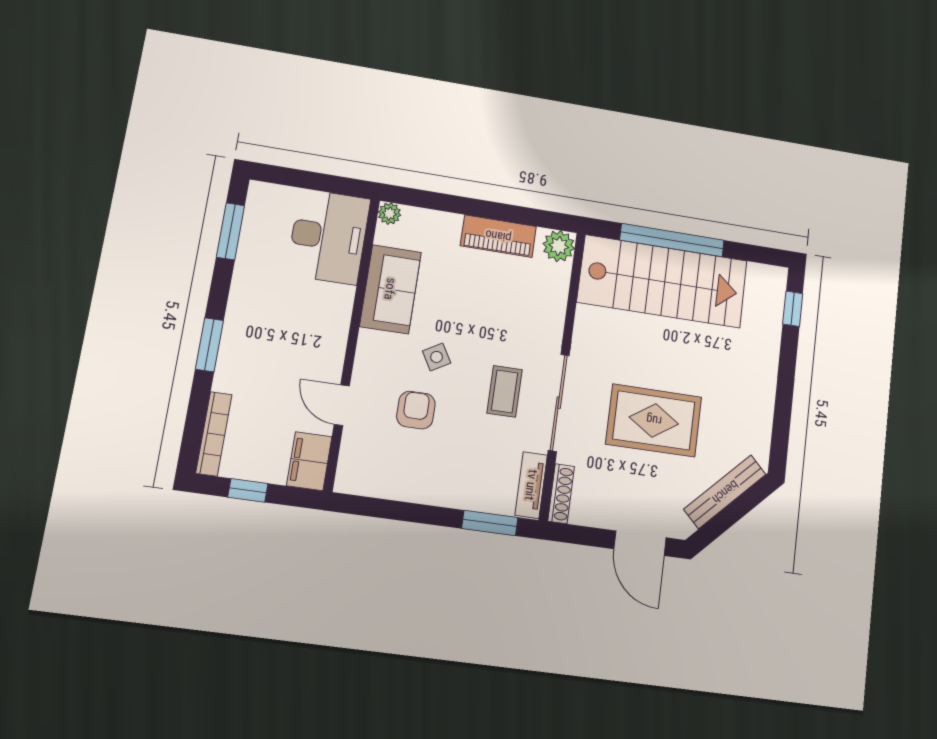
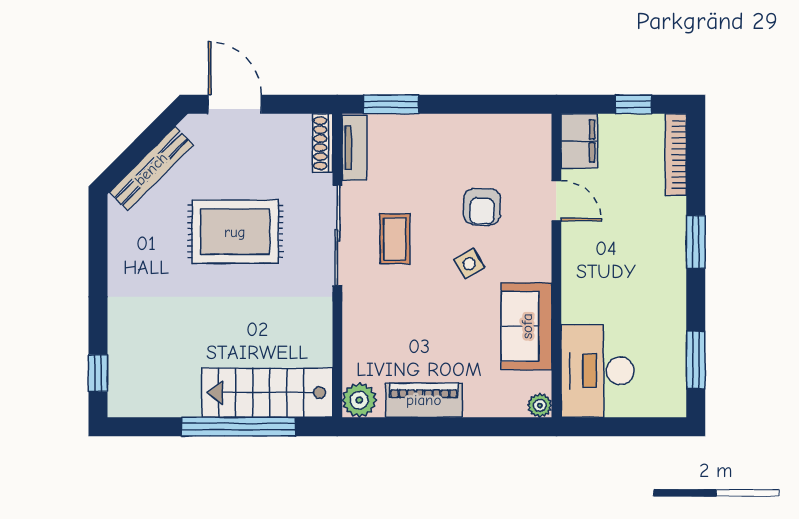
stairs: (663, 281) -> (267, 393), width x0.73, depth x0.66

